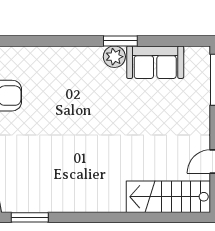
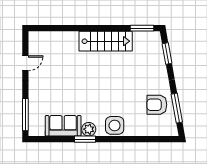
side table: (73, 63) -> (115, 125), added
stairs: (168, 197) -> (106, 41), moved

